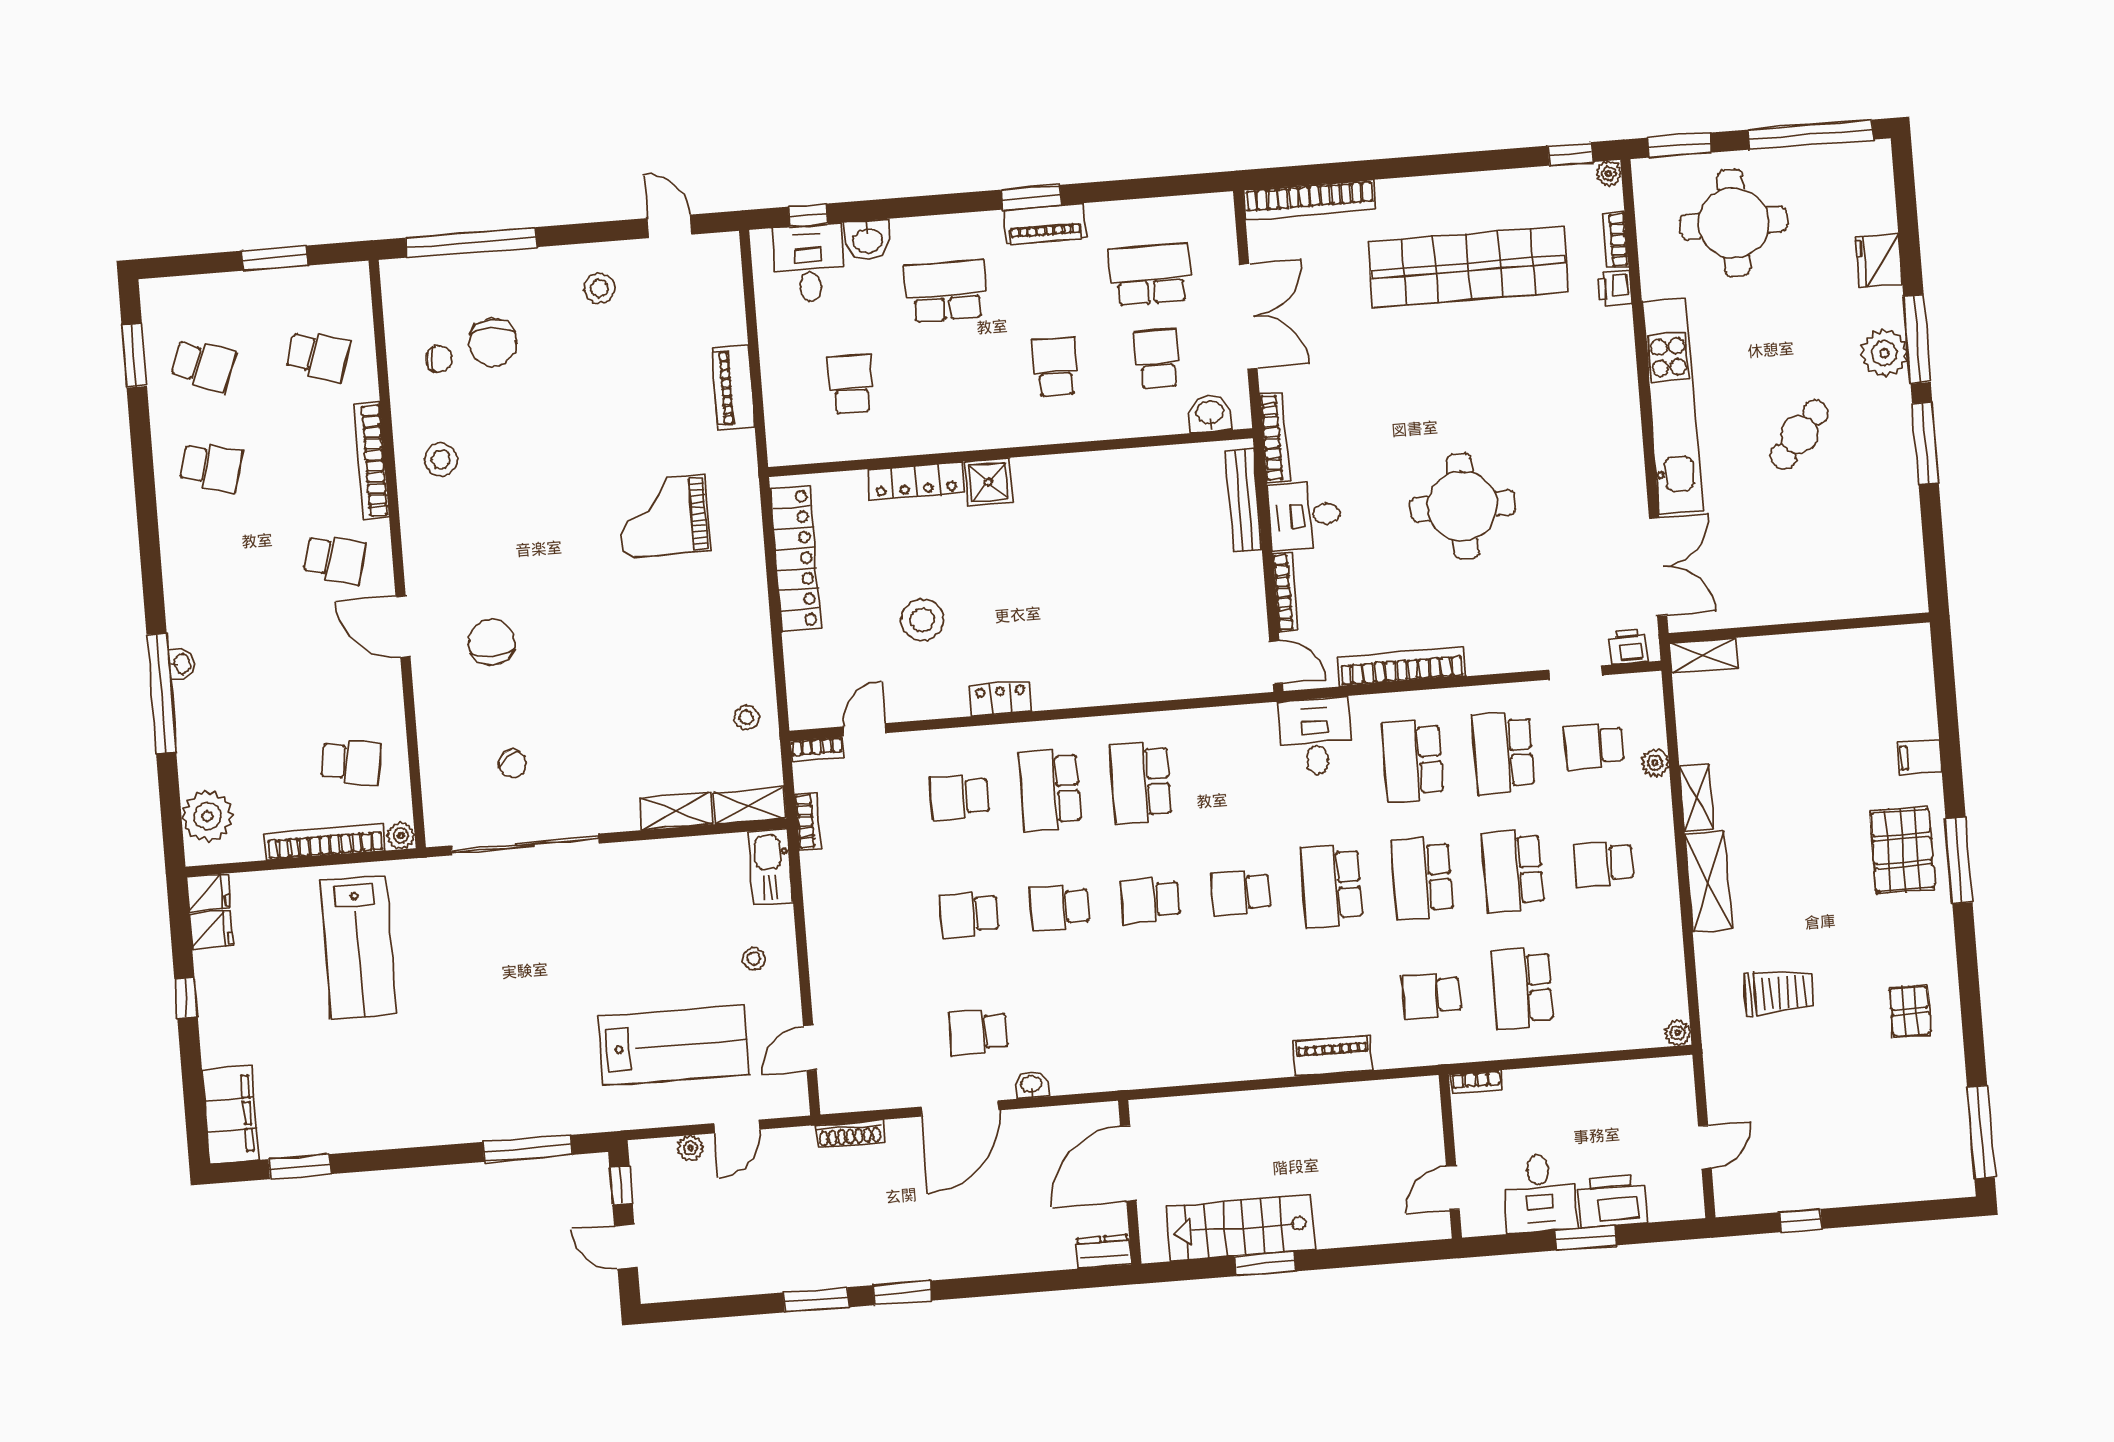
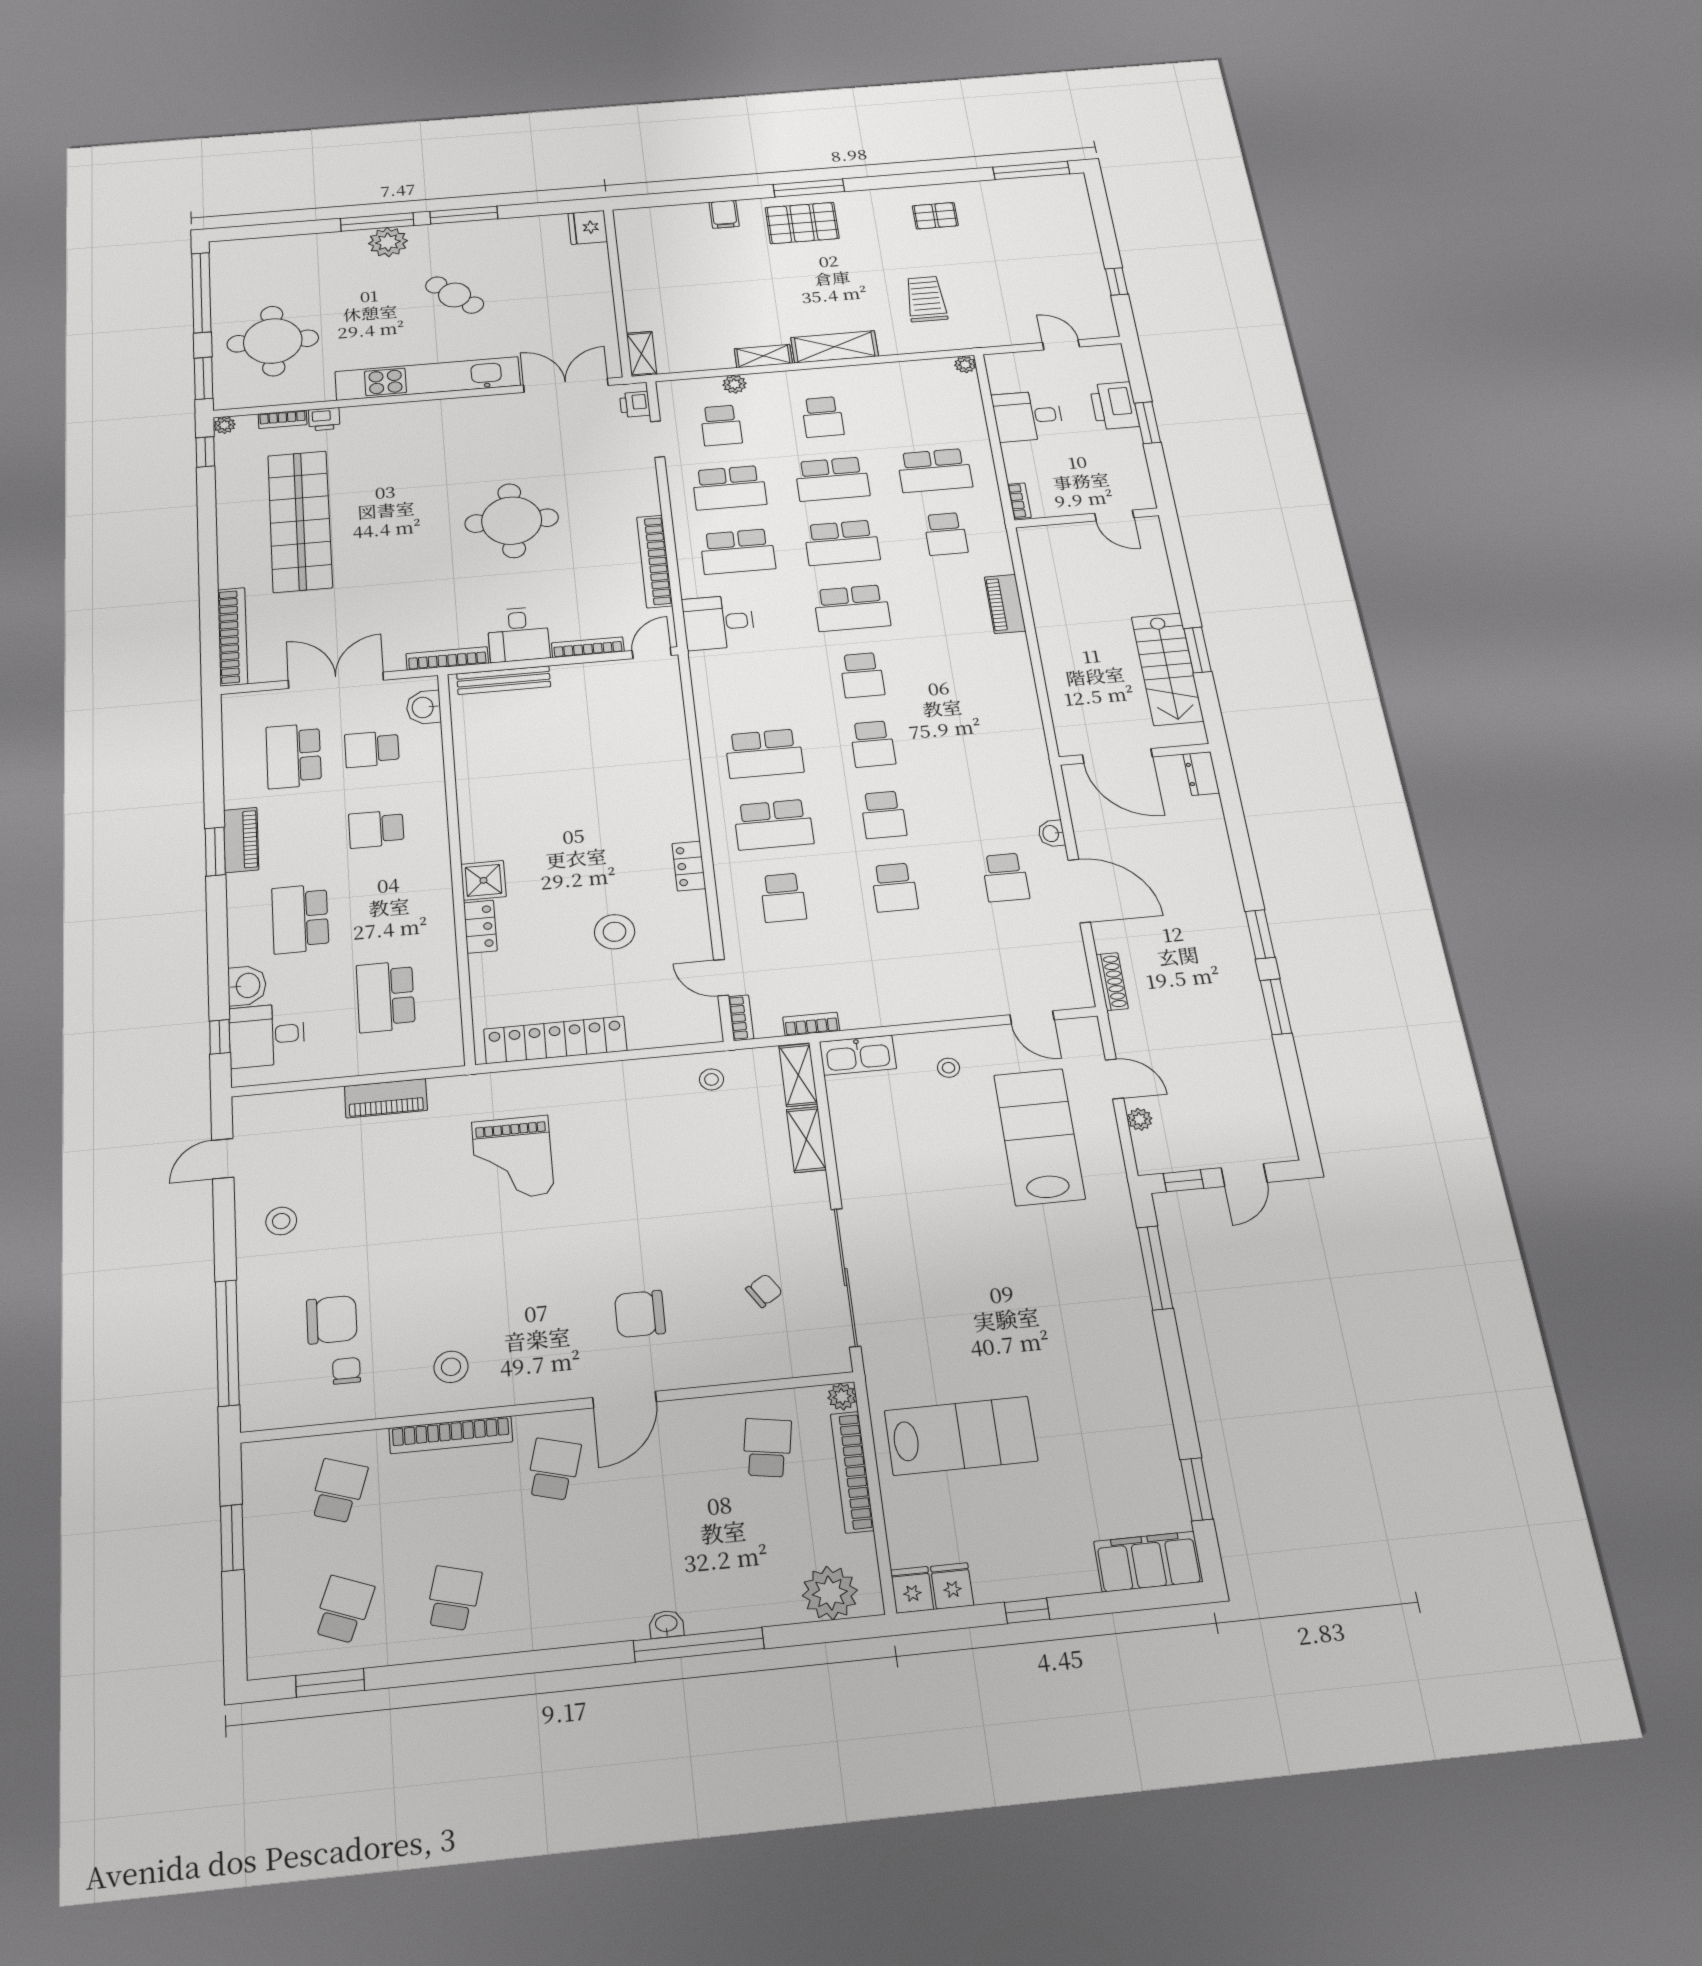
fridge: (1879, 261) -> (588, 227), moved, turned 90
school desk: (851, 383) -> (386, 997), width x1.85
locker: (916, 481) -> (480, 927), width x0.66
desk: (1539, 1193) -> (1028, 416), moved, turned 180

